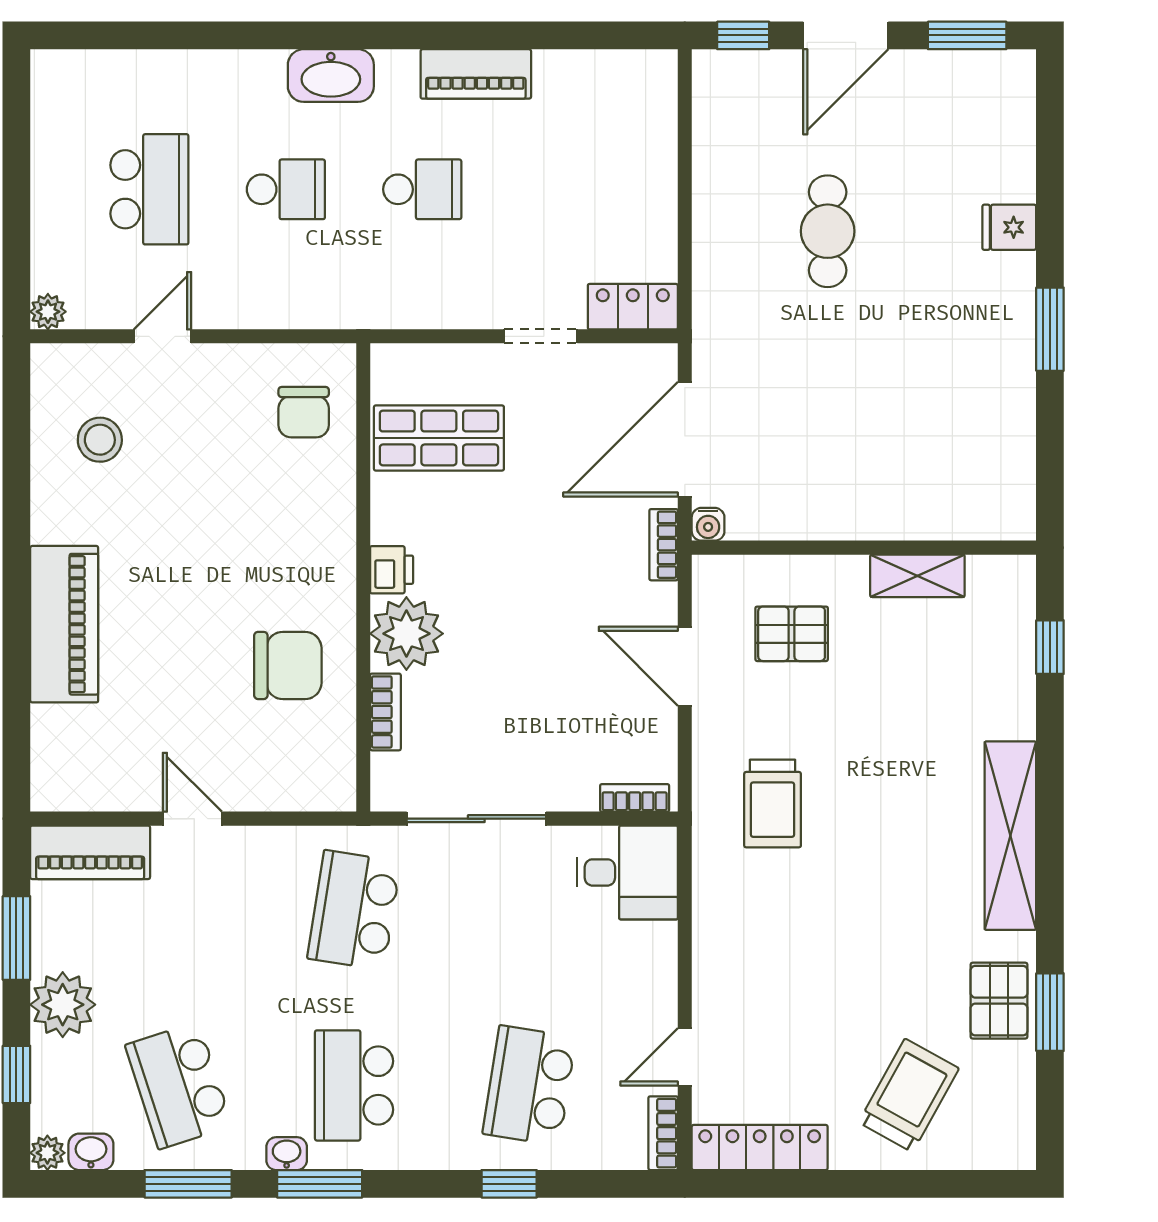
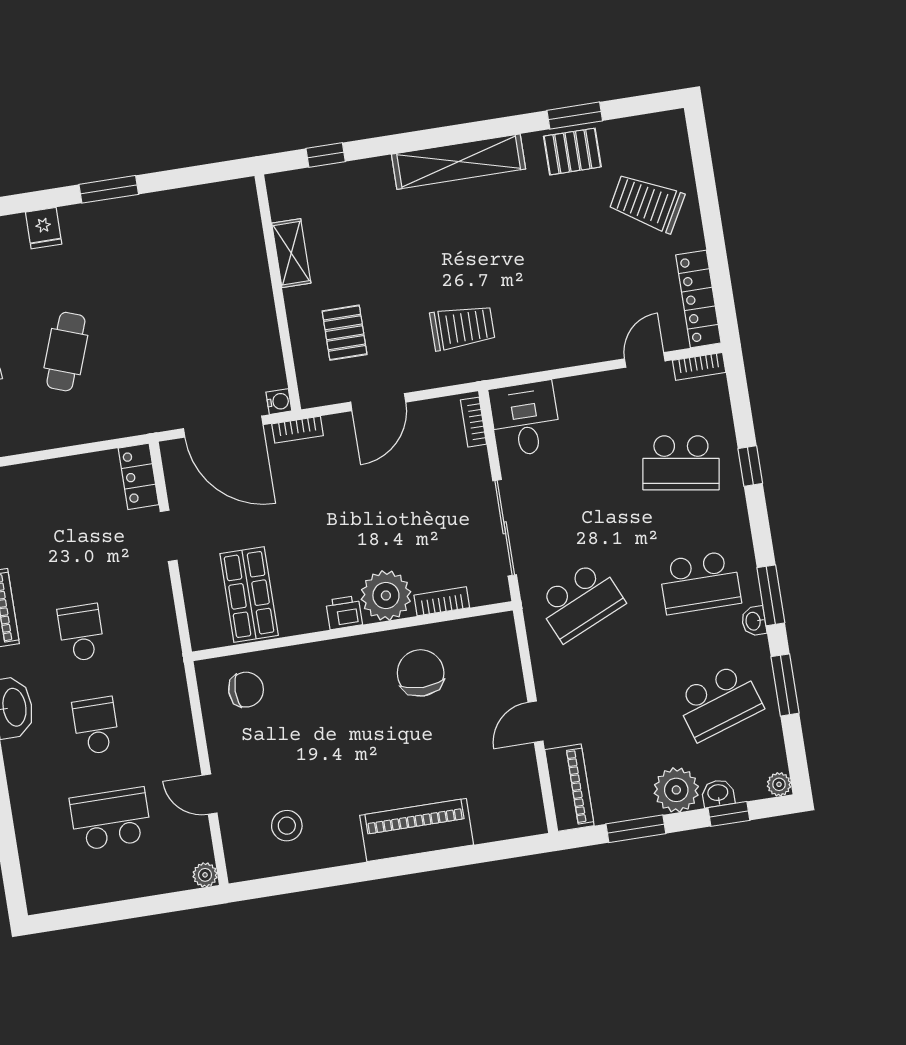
cafe table: (828, 231) -> (66, 352), turned -70
school desk: (354, 910) -> (580, 601), turned -33
door: (685, 1057) -> (645, 360), swing flipped
washbasin: (91, 1152) -> (718, 793), moved, turned 90

